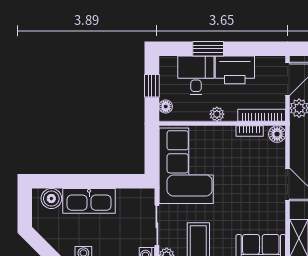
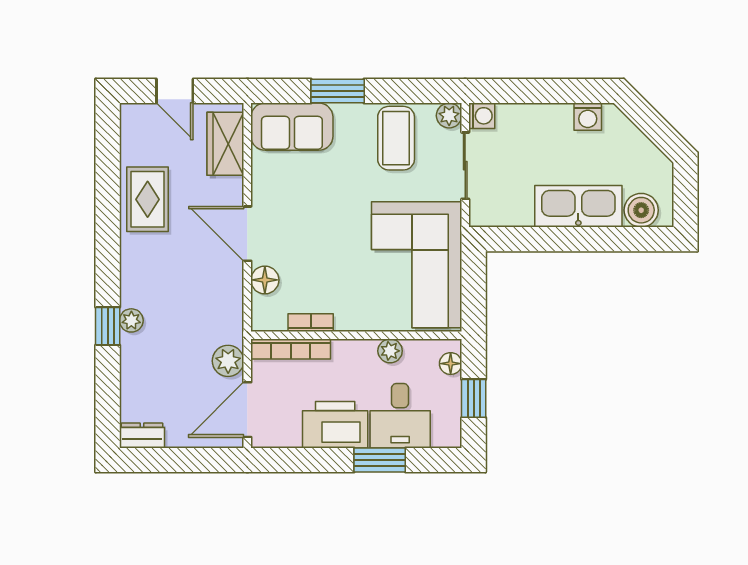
plant: (217, 114) -> (390, 351), moved
floor lamp: (277, 134) -> (265, 280), moved

